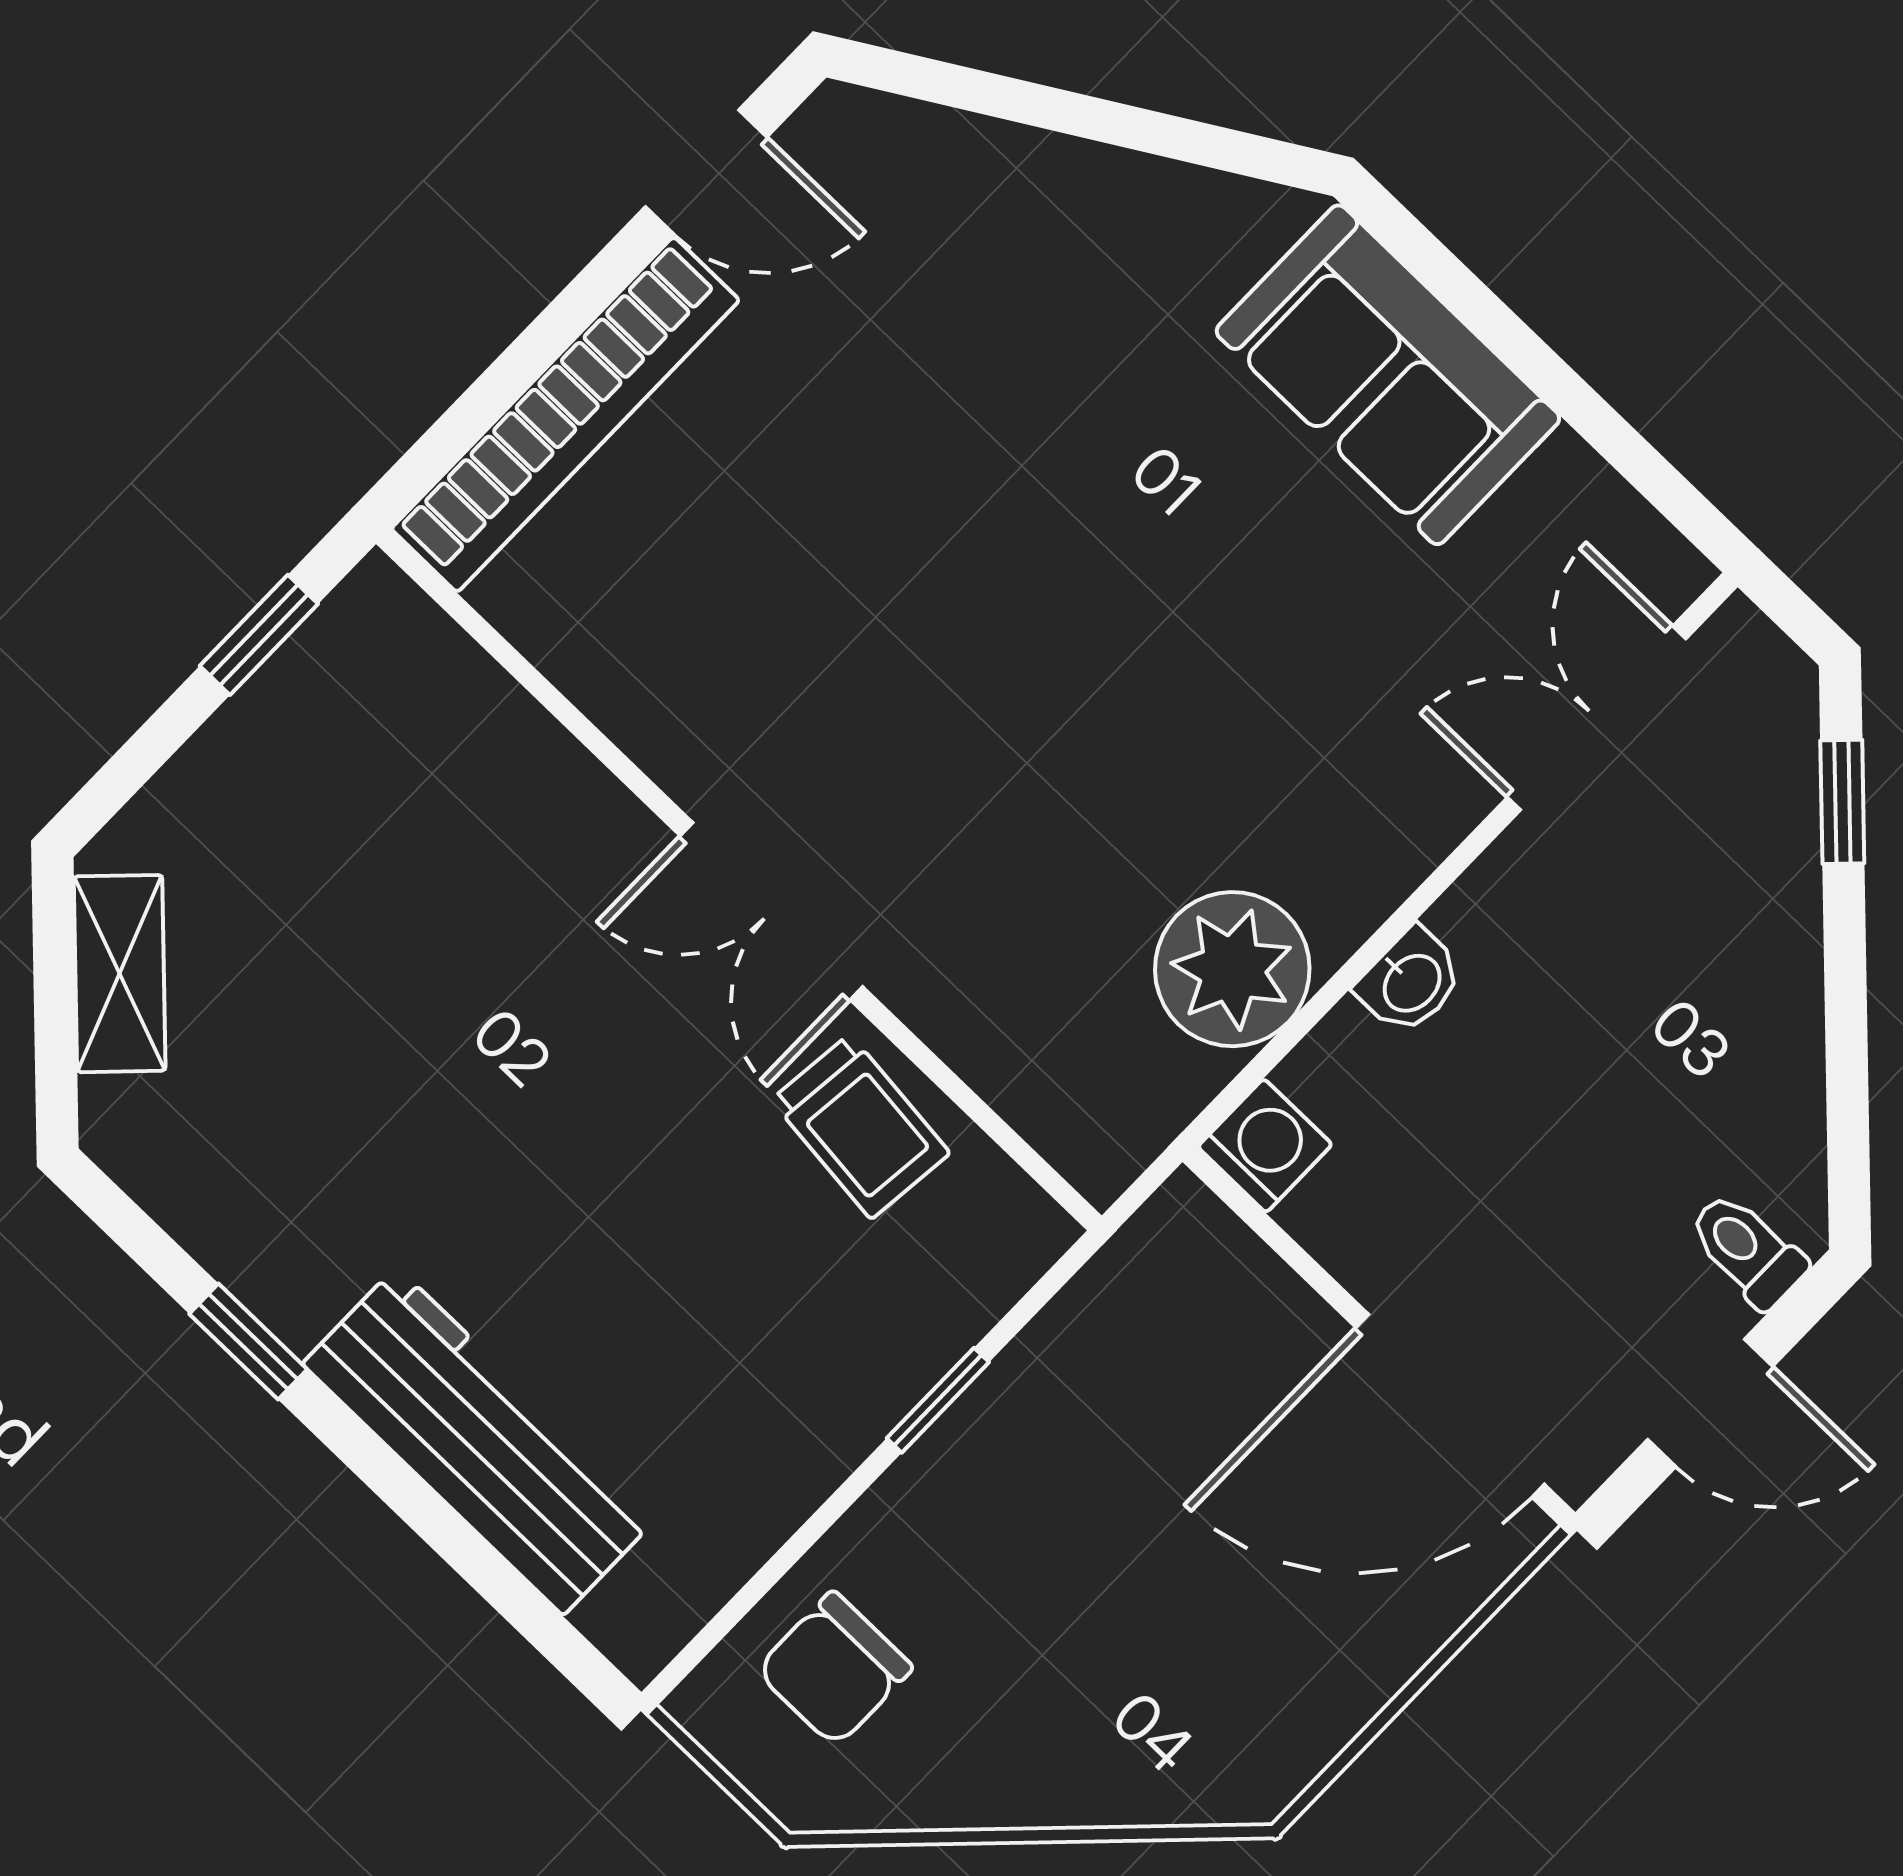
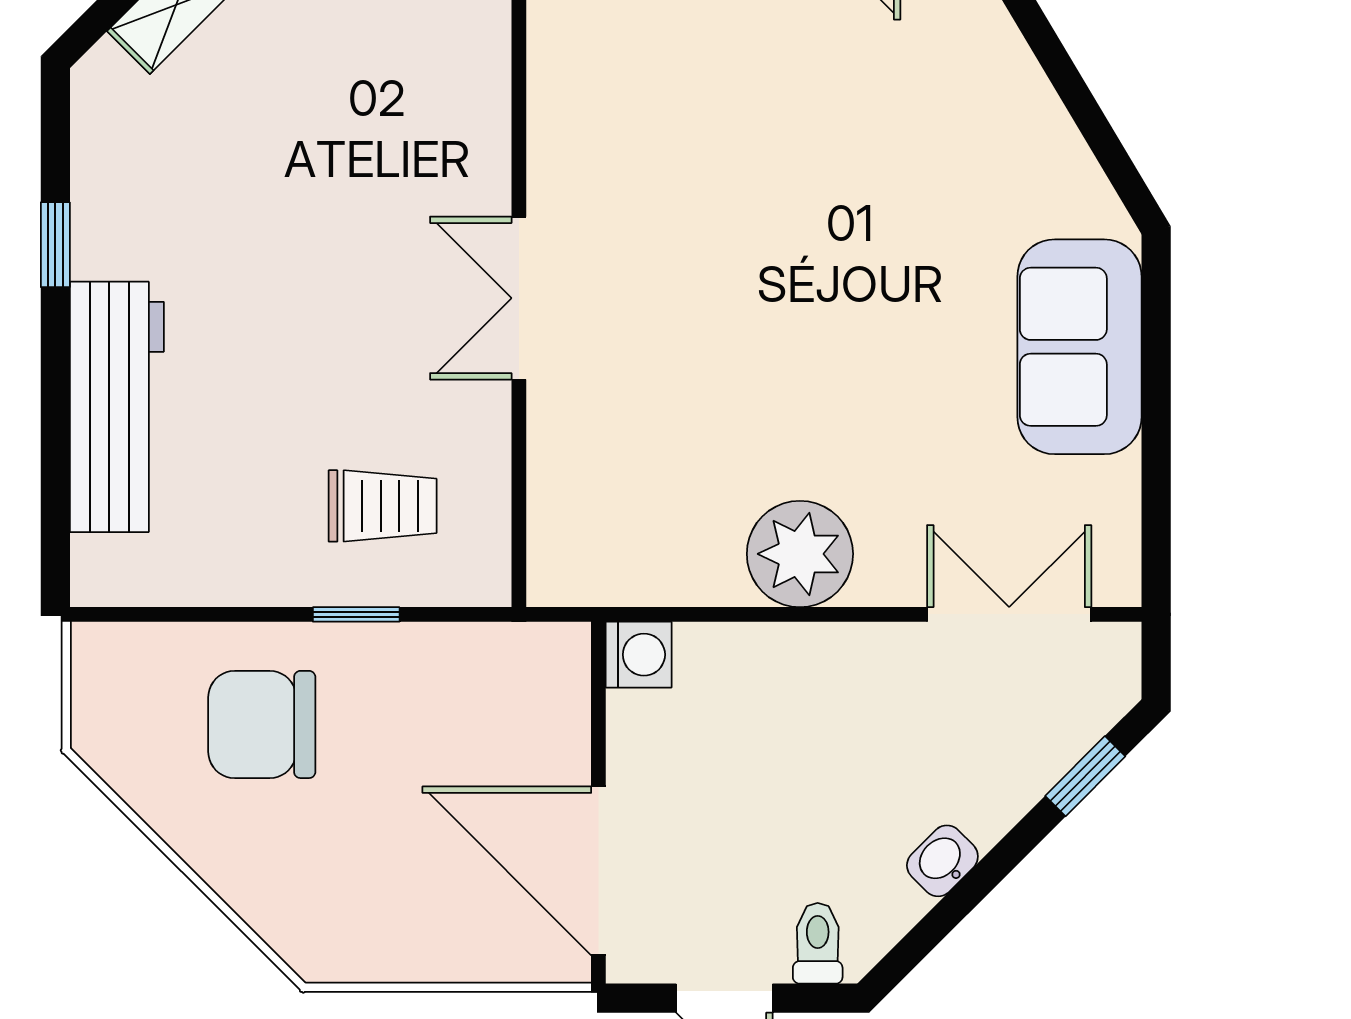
plant: (1232, 969) -> (800, 554), moved
washbasin: (1410, 982) -> (942, 861), moved, turned 135
trolley: (860, 1127) -> (383, 506), moved, turned -96
chair: (834, 1669) -> (262, 724), moved, width x1.37, depth x1.37

